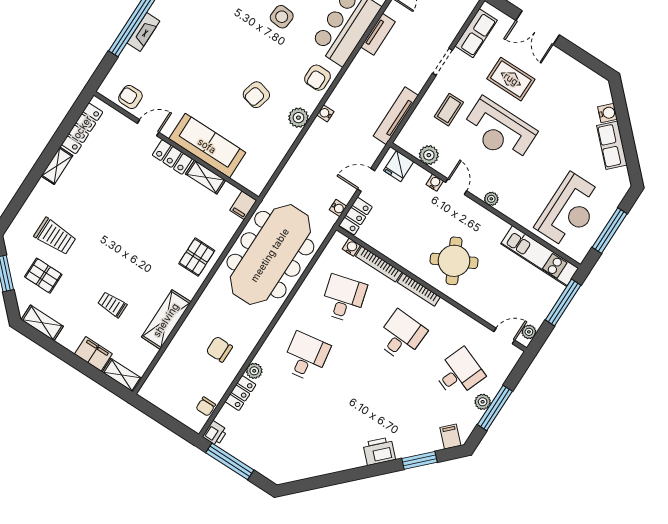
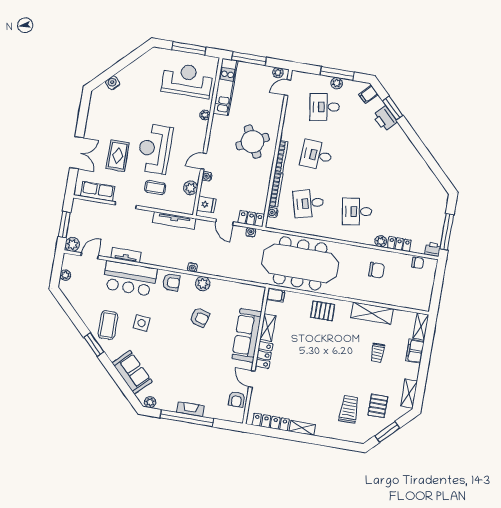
reception desk: (499, 131) -> (155, 149), turned 180
row of seats: (612, 145) -> (133, 71), removed
plant: (491, 199) -> (205, 115), moved
door: (504, 336) -> (287, 88), hinge flipped
chair: (219, 349) -> (376, 270), turned -90
desk: (459, 373) -> (325, 107), turned -30
printer: (379, 451) -> (385, 119), moved

